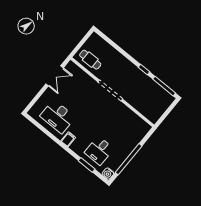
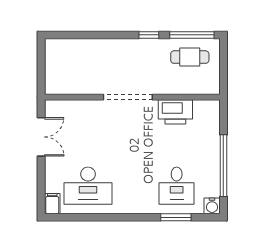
cafe table: (90, 60) -> (190, 57), moved
printer: (127, 116) -> (175, 112), added
filing cabinet: (68, 139) -> (52, 204), moved

